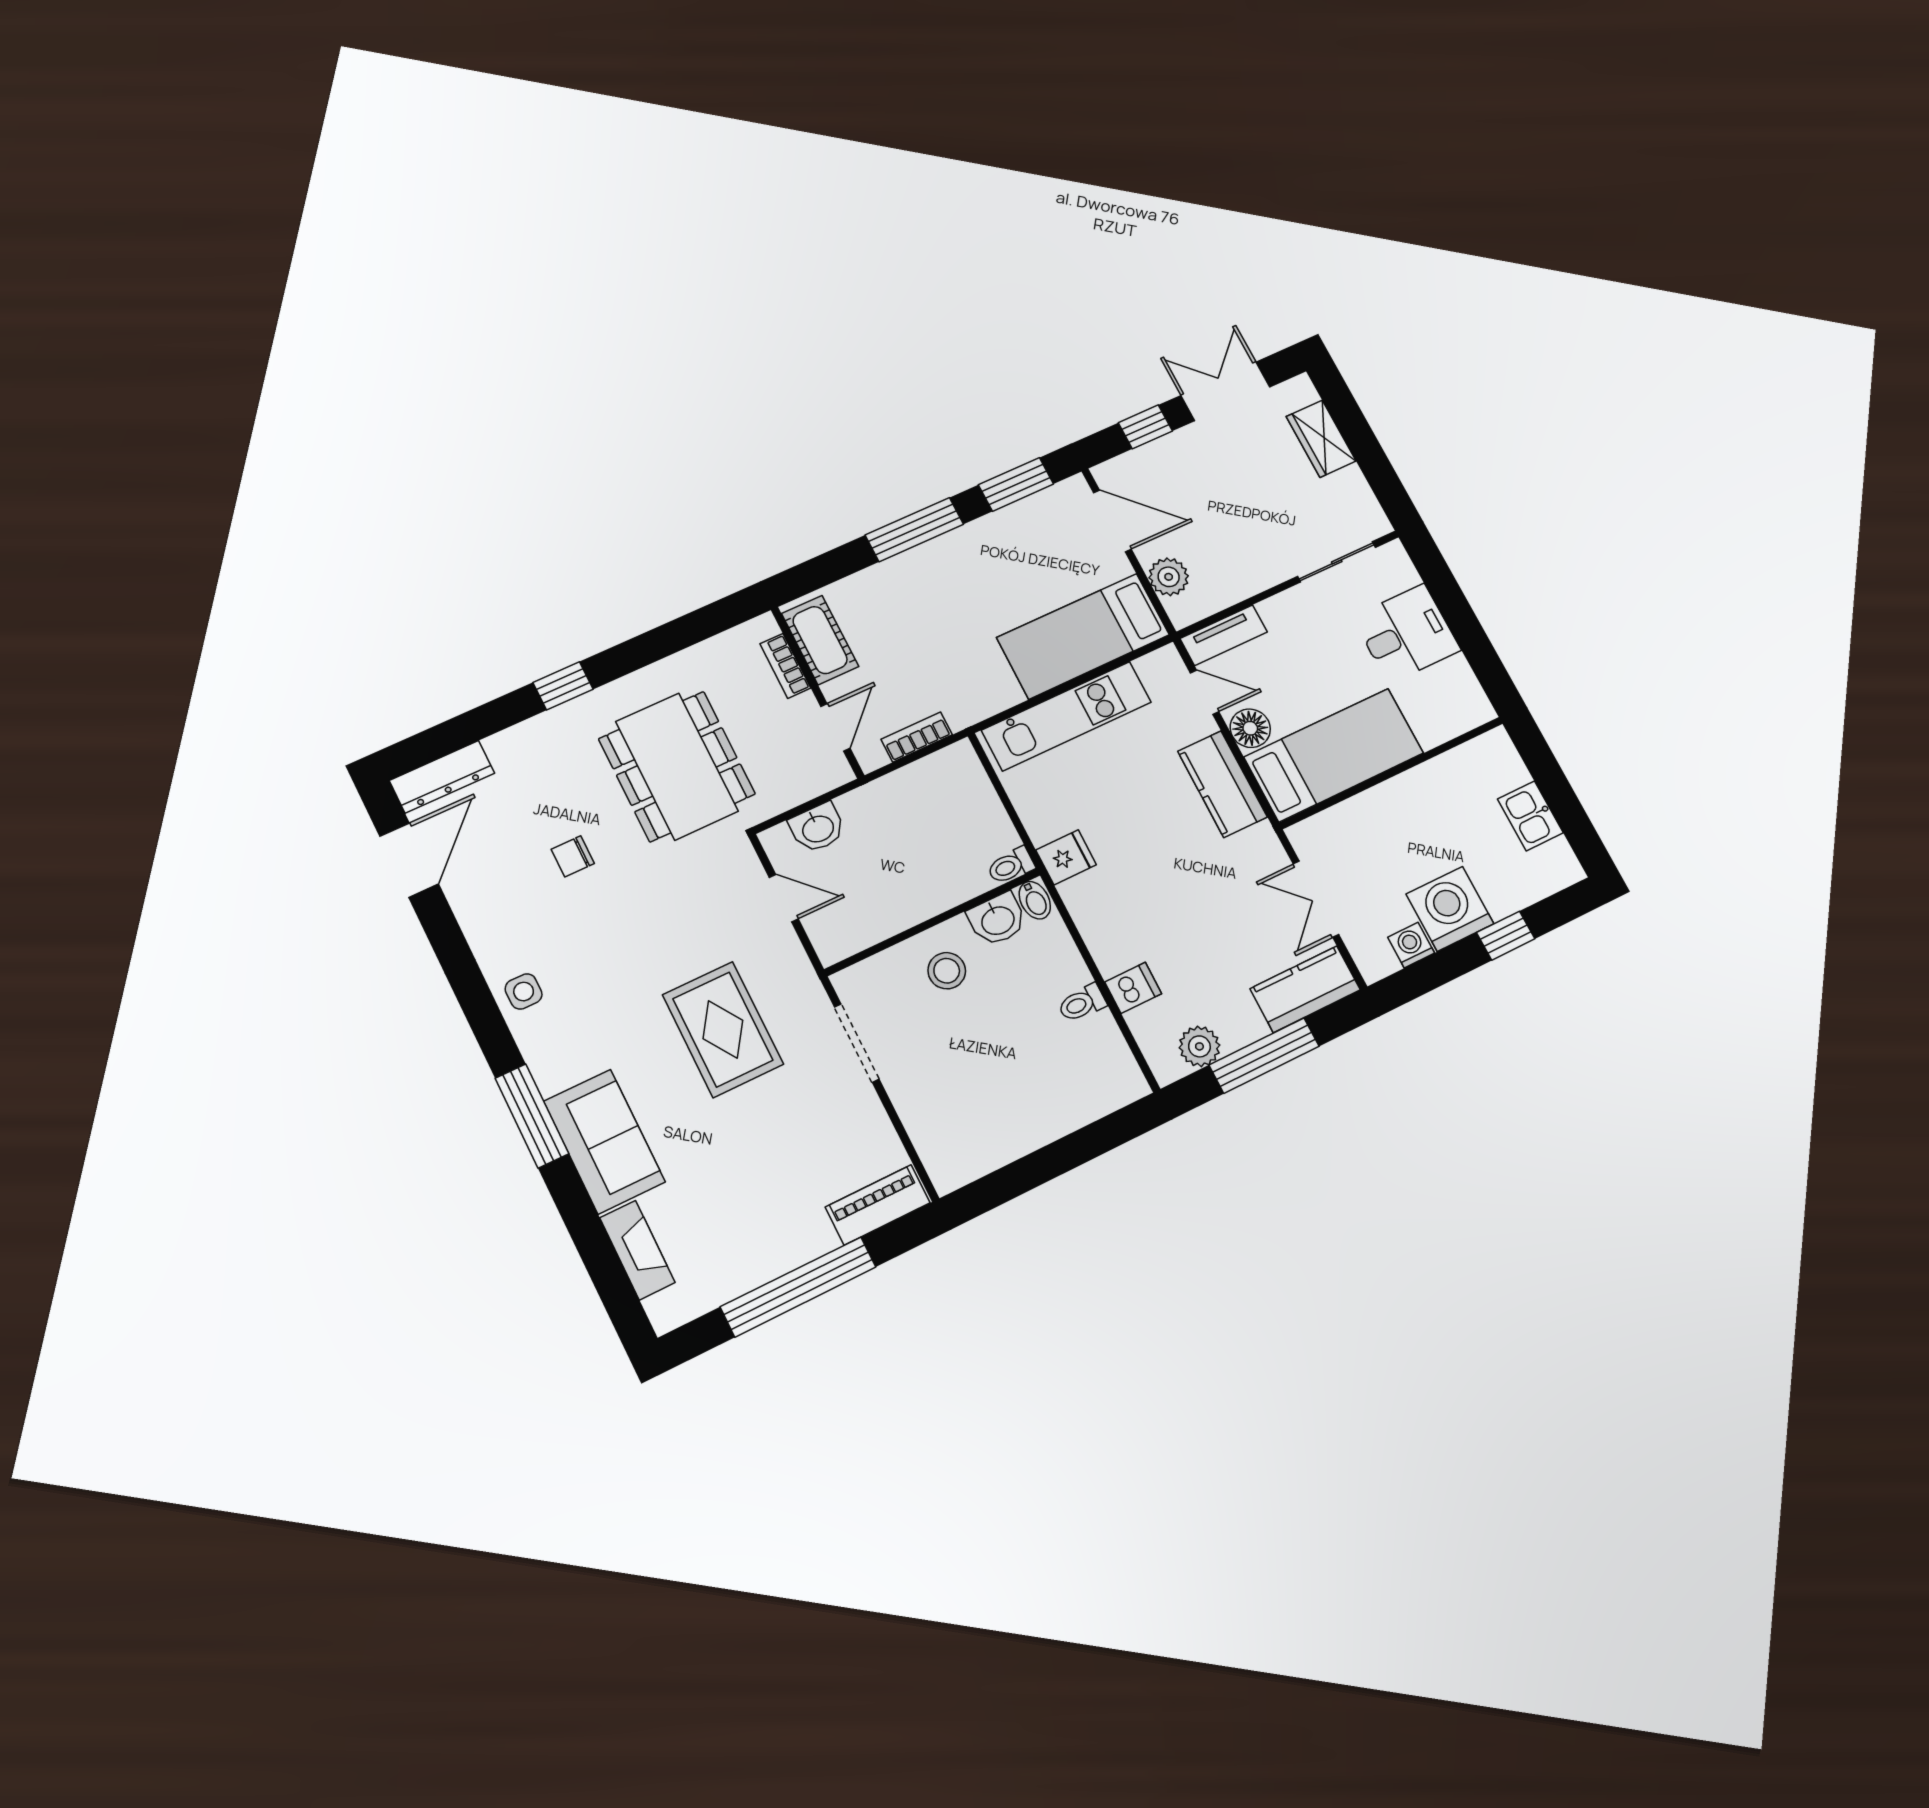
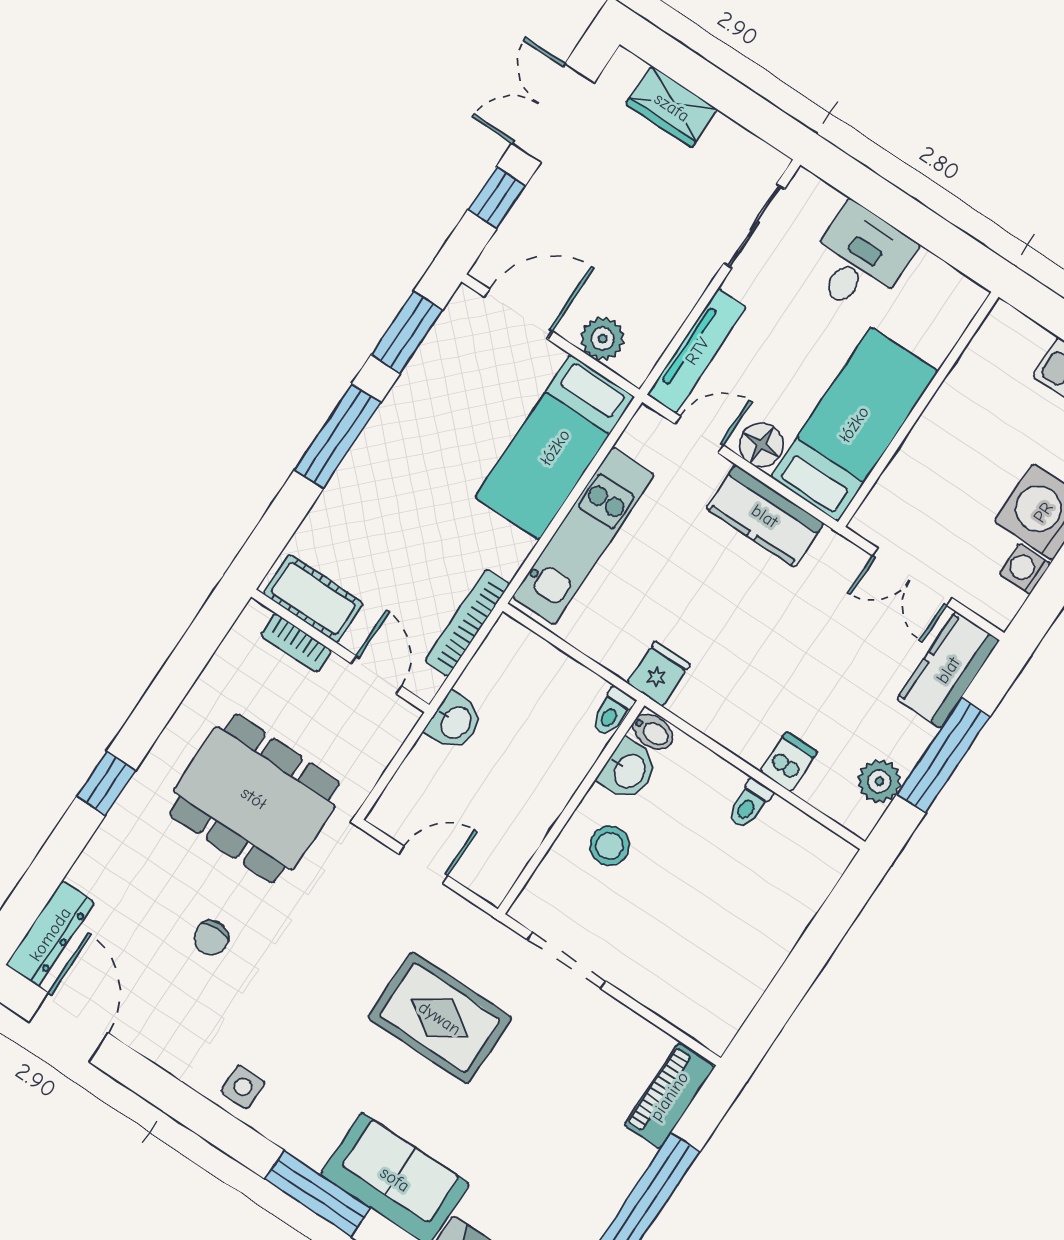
tv unit: (1224, 635) -> (697, 351), width x1.41
bookcase: (917, 737) -> (467, 623), width x1.56
washbasin: (818, 828) -> (455, 722), moved

